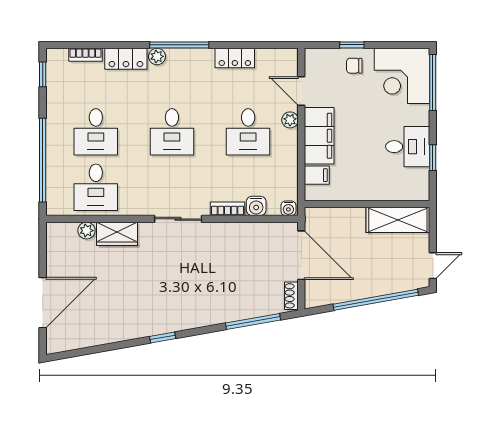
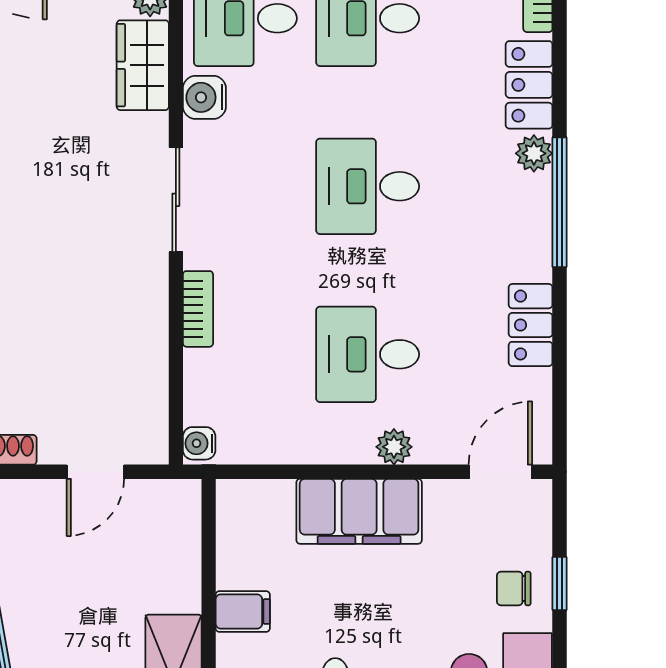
chair: (354, 66) -> (514, 588), turned -90
door: (301, 91) -> (500, 472), moved
filing cabinet: (317, 175) -> (243, 612), moved, turned -90
water cooler: (256, 206) -> (204, 97), moved
door: (301, 255) -> (95, 472), width x0.53

